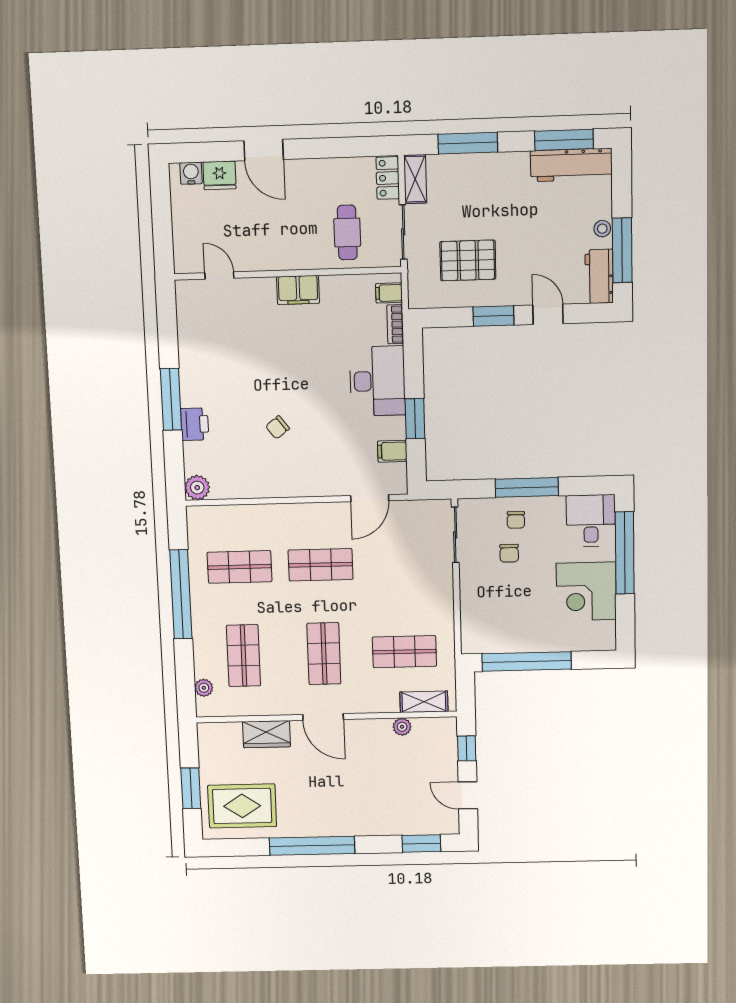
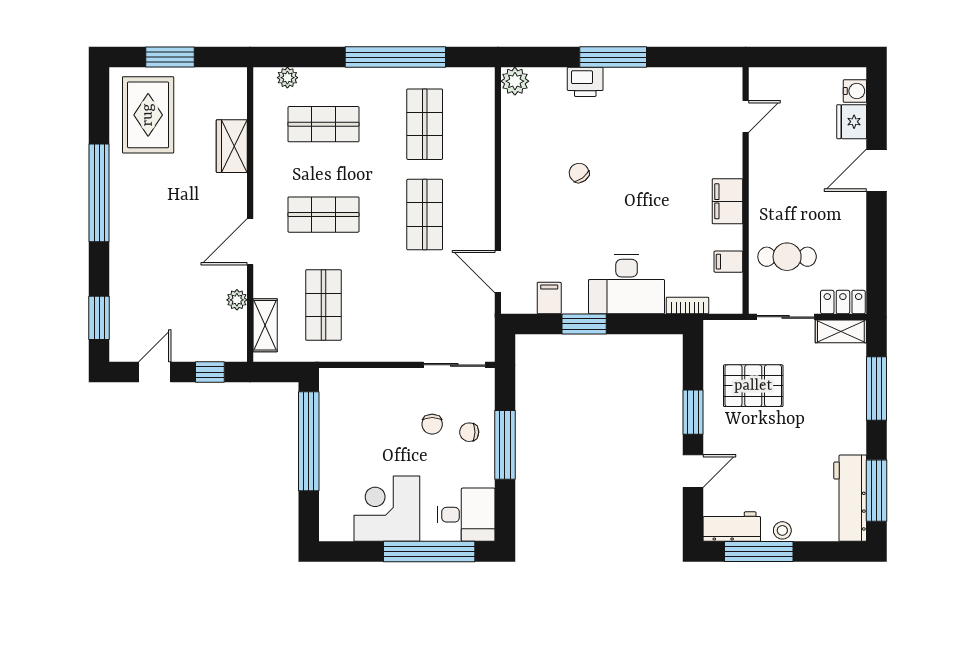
pallet: (468, 260) -> (753, 386), turned 90
filing cabinet: (389, 293) -> (728, 262), moved, turned -90
chair: (509, 553) -> (432, 424), turned -90
door: (323, 717) -> (250, 242), moved

